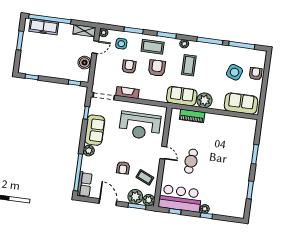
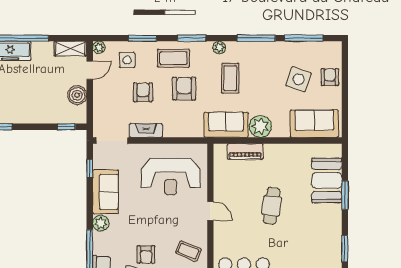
booth: (244, 143) -> (327, 180), added
cafe table: (191, 161) -> (272, 206), moved
armchair: (123, 168) -> (146, 254), moved

